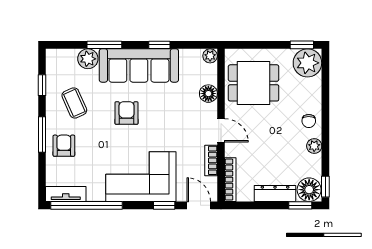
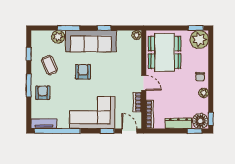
dining table: (254, 83) -> (165, 52), width x1.38
floor lamp: (208, 94) -> (136, 59), removed

